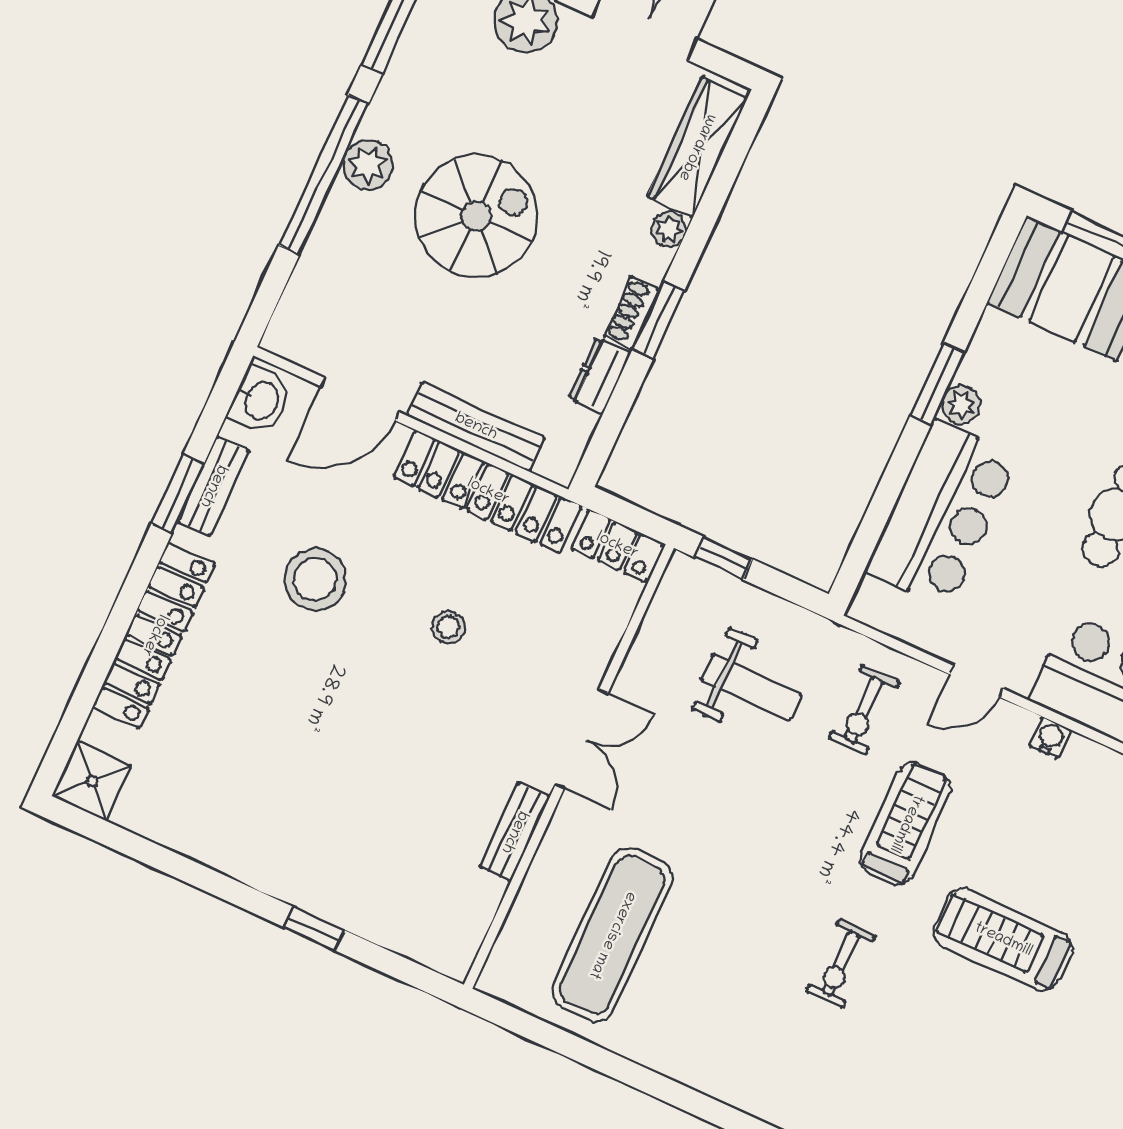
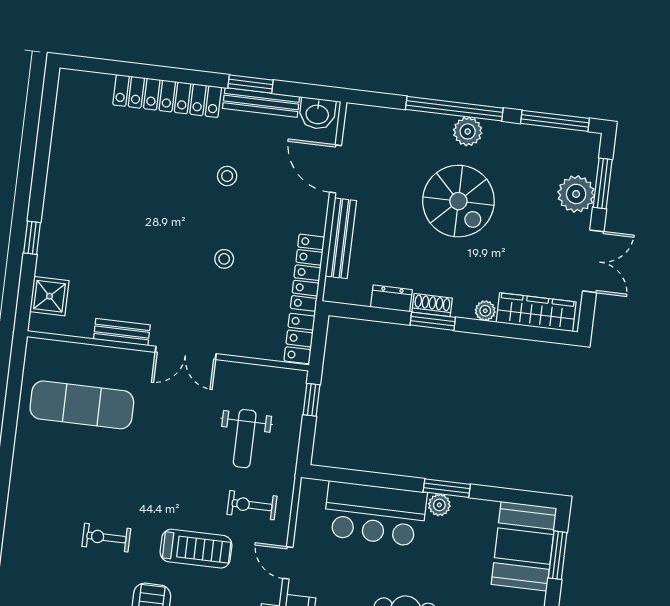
bench: (213, 486) -> (261, 102), width x1.36
locker: (488, 492) -> (307, 273), width x0.71, depth x0.83
stool: (315, 579) -> (227, 176), width x0.53, depth x0.53
shower: (92, 781) -> (49, 296), moved

